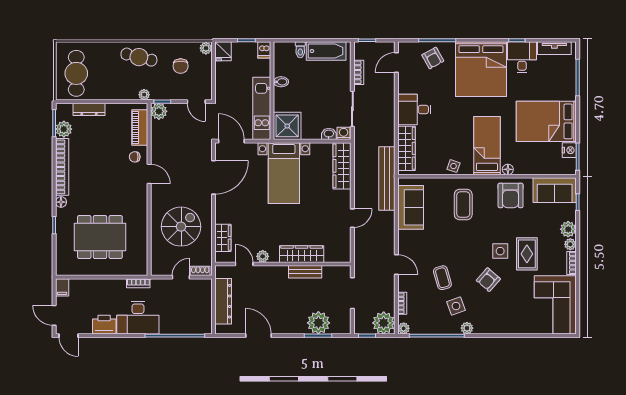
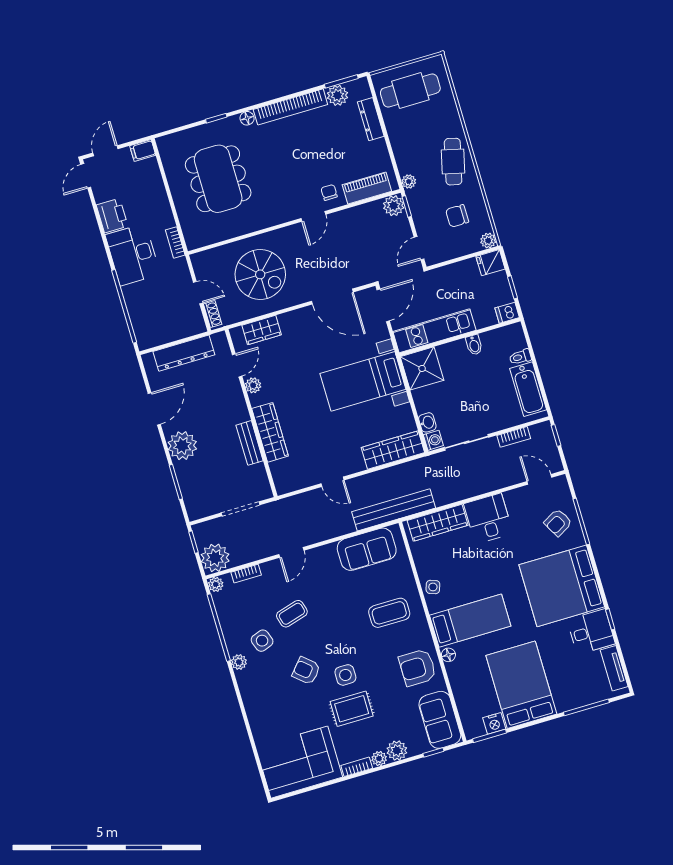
plant: (318, 323) -> (182, 446), moved

